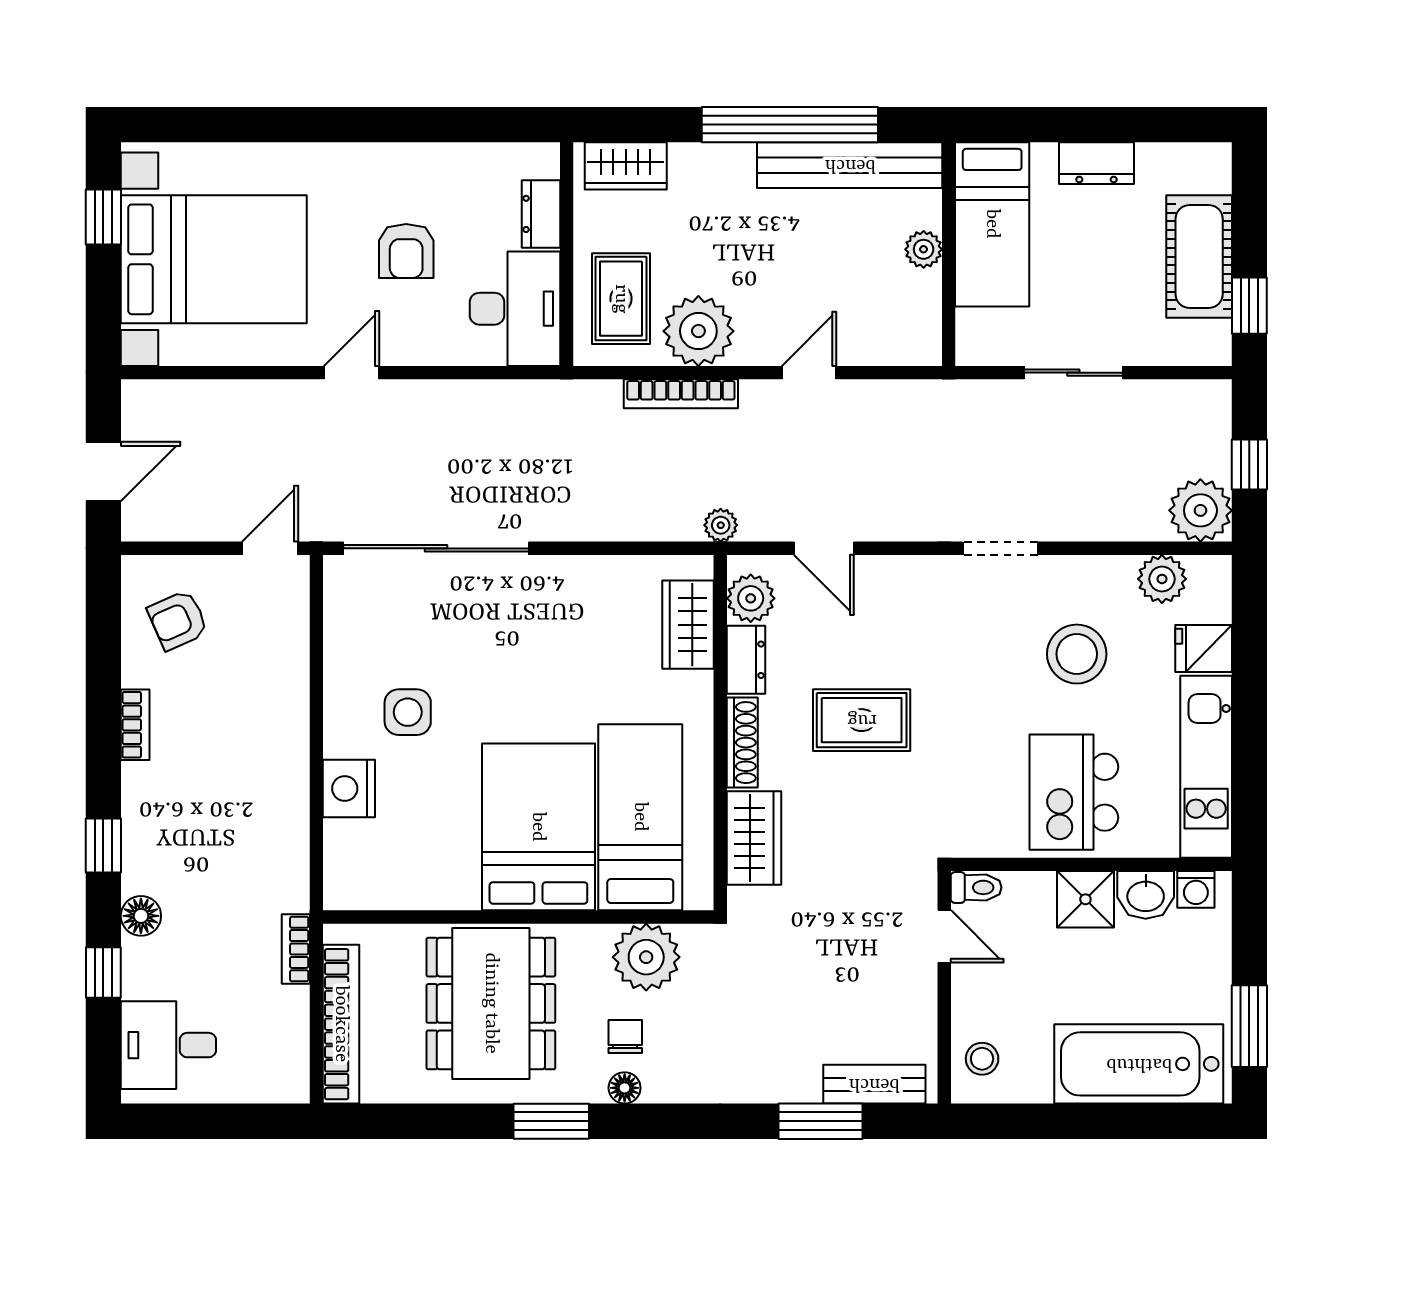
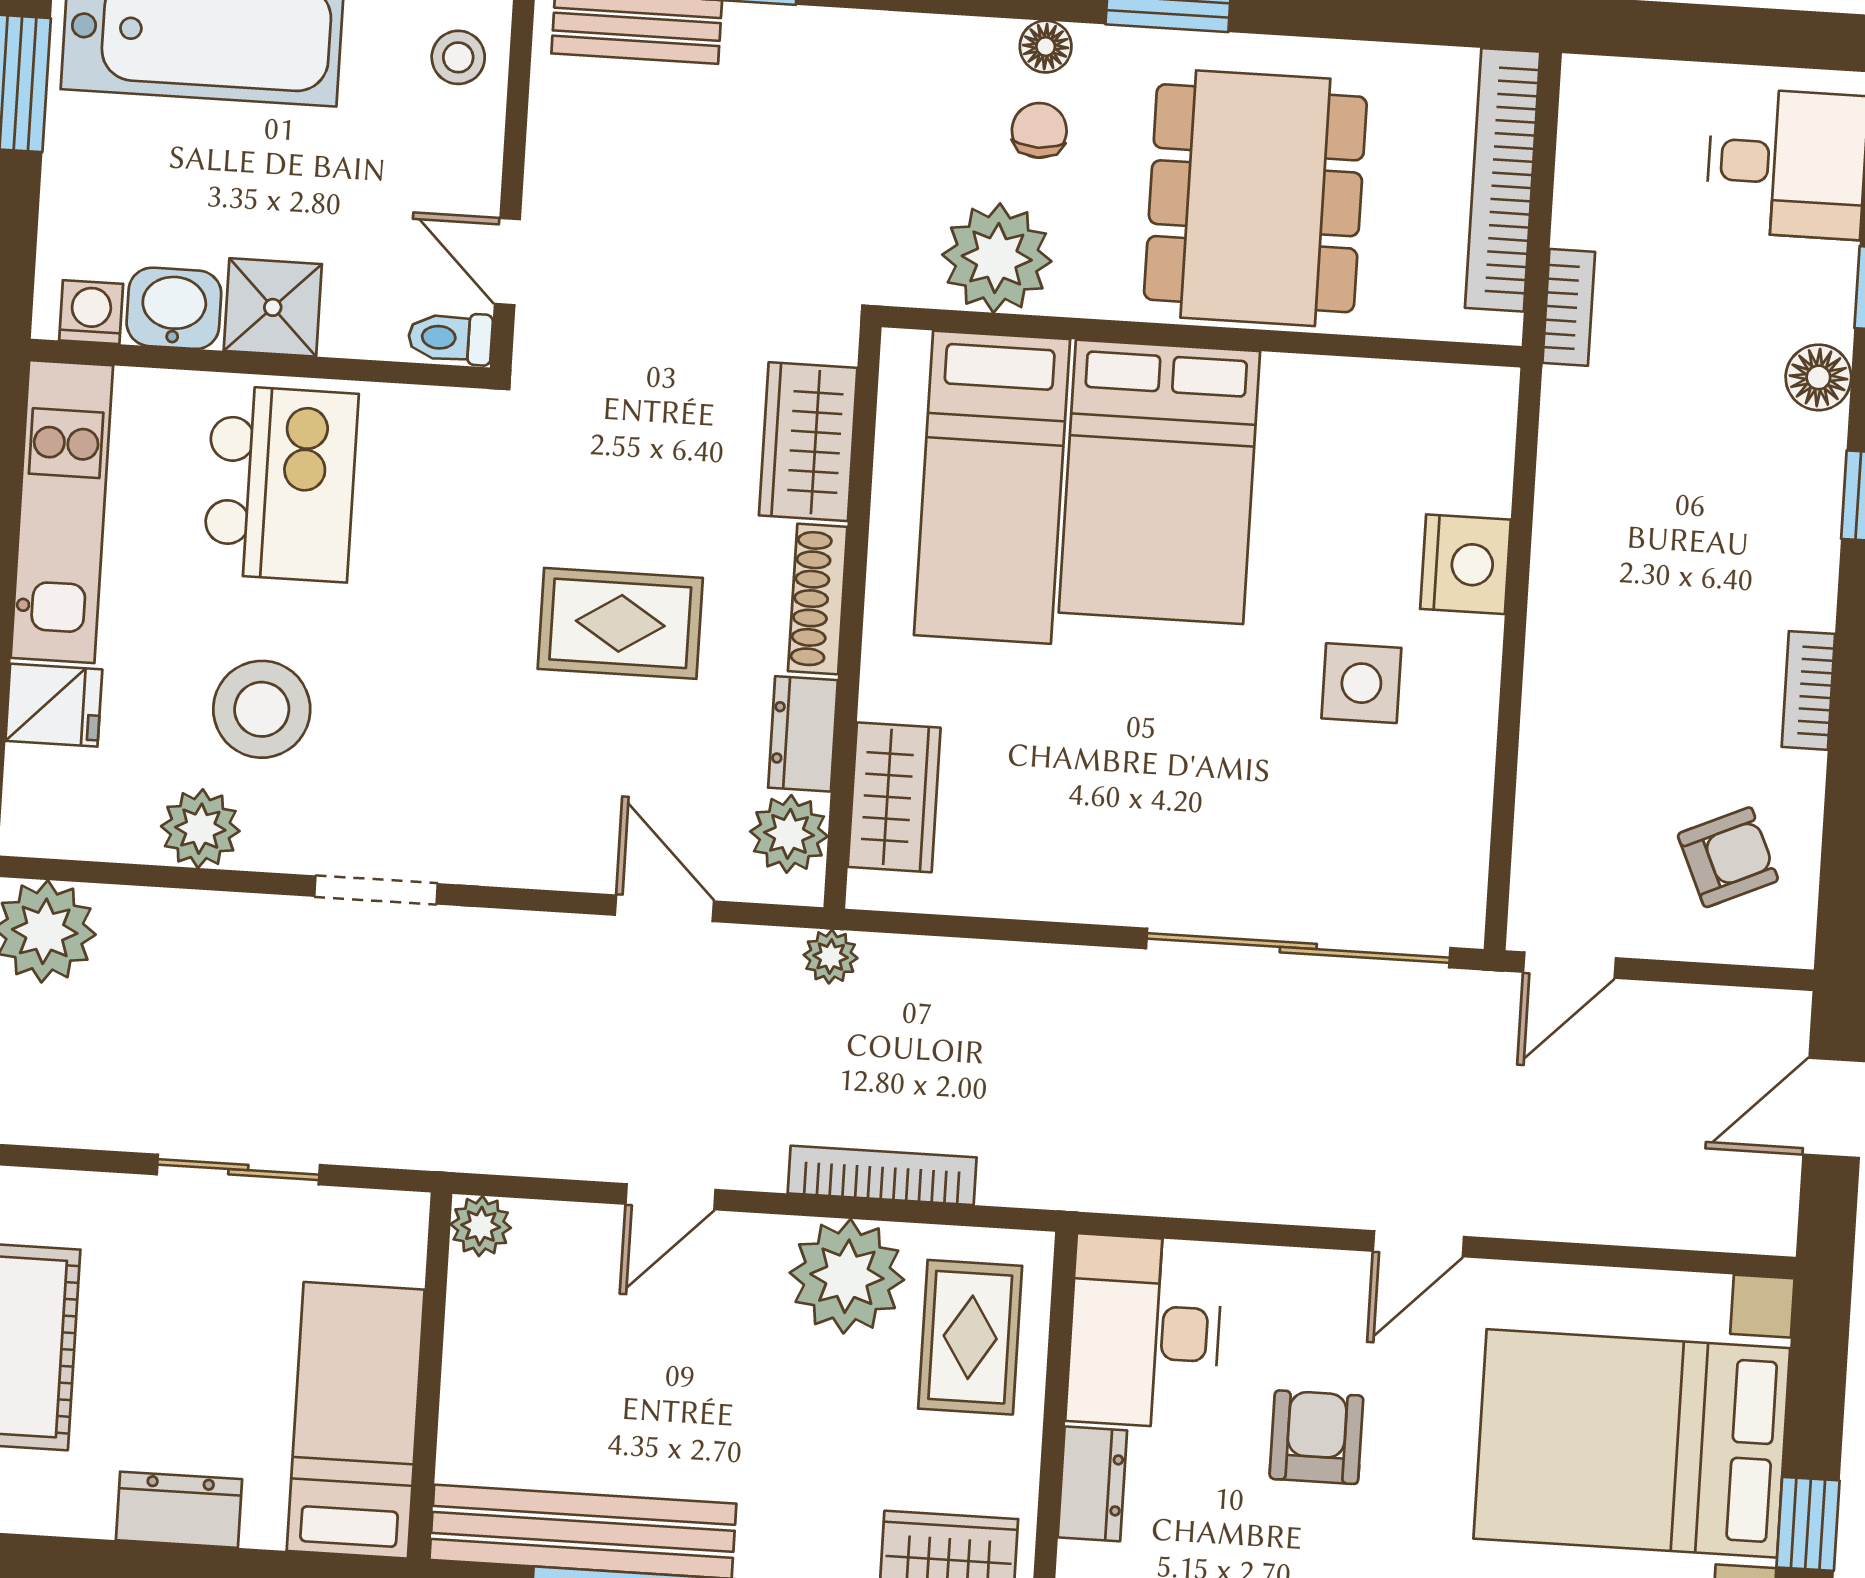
plant: (924, 249) -> (481, 1226), moved
plant: (1162, 579) -> (200, 829), moved
chair: (625, 1037) -> (1039, 130), turned 180

